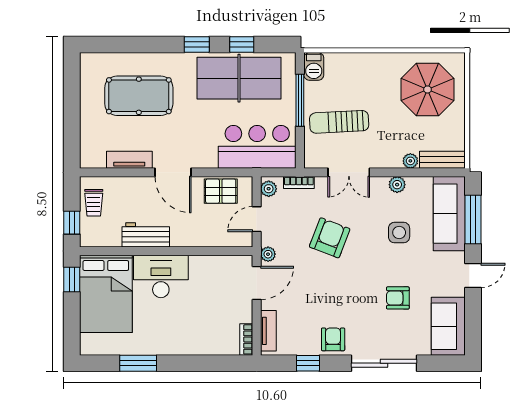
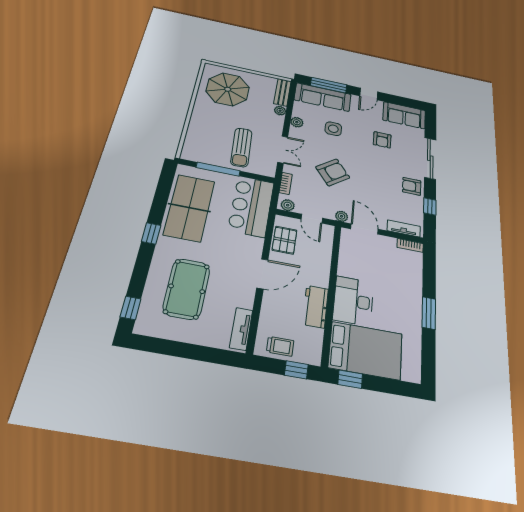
window: (242, 45) -> (130, 308), moved
barbecue: (314, 66) -> (192, 154), removed
tv unit: (129, 160) -> (241, 329), moved
armchair: (330, 238) -> (333, 172), turned 122
door: (473, 275) -> (369, 94), swing flipped
window: (138, 363) -> (429, 313), moved

